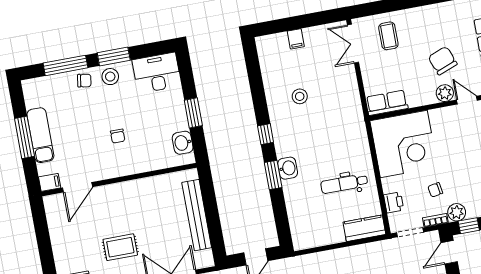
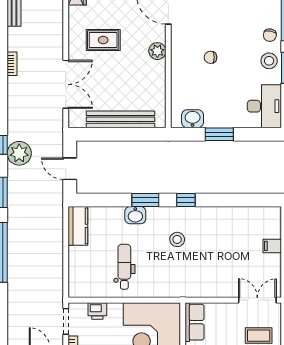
stool: (300, 96) -> (177, 239), moved
washbasin: (288, 168) -> (135, 215), moved
plant: (121, 191) -> (157, 51), added
kitchen counter: (364, 228) -> (78, 226), moved
rug: (120, 247) -> (103, 40), turned 90

